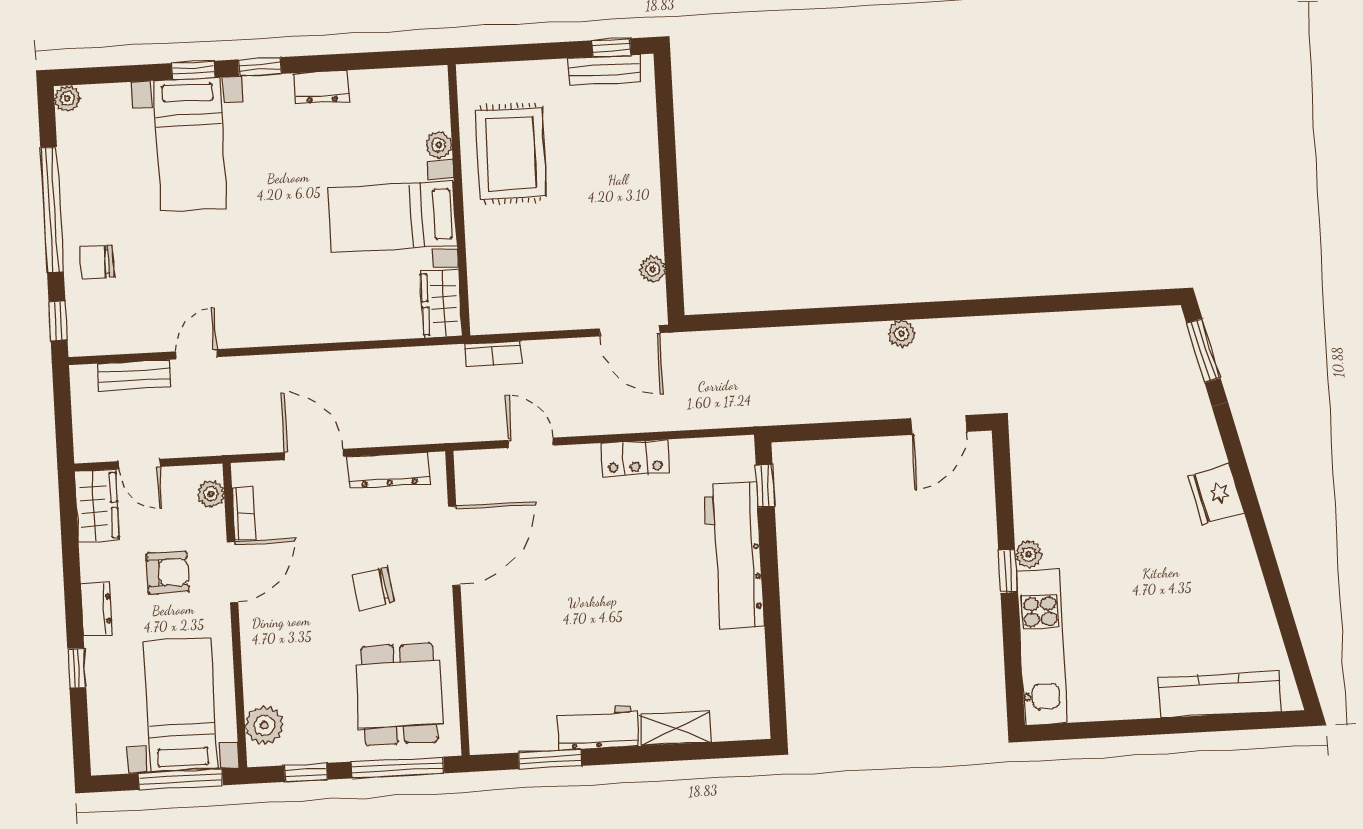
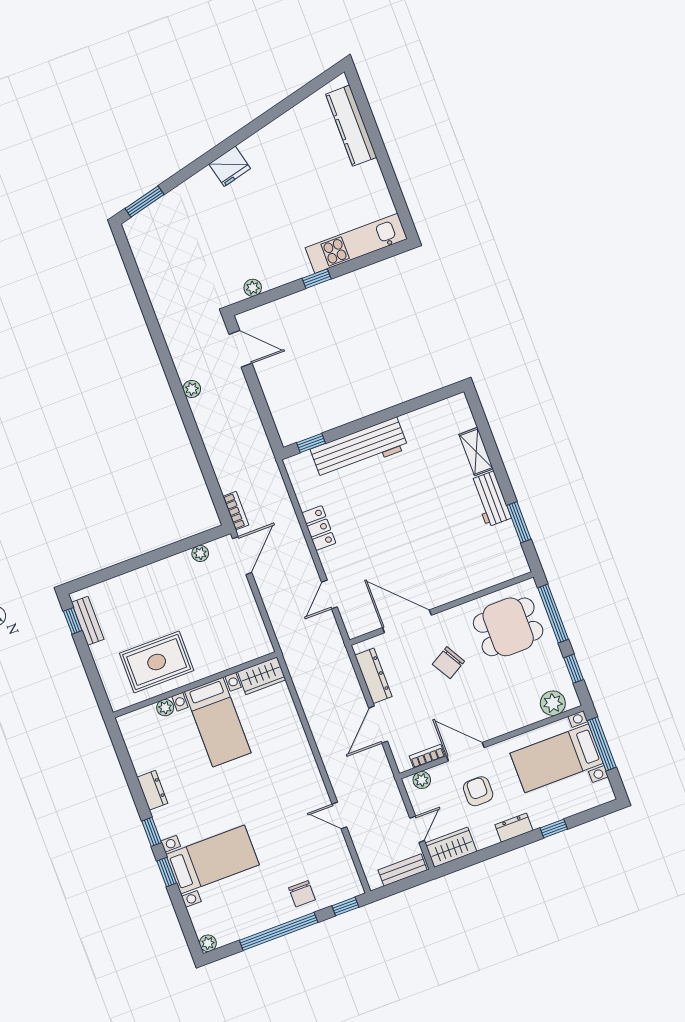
bookcase: (493, 354) -> (236, 511), moved
bench: (134, 375) -> (403, 870), moved, turned 90
plant: (1029, 554) -> (253, 288), moved
chair: (373, 588) -> (448, 663), turned 70

